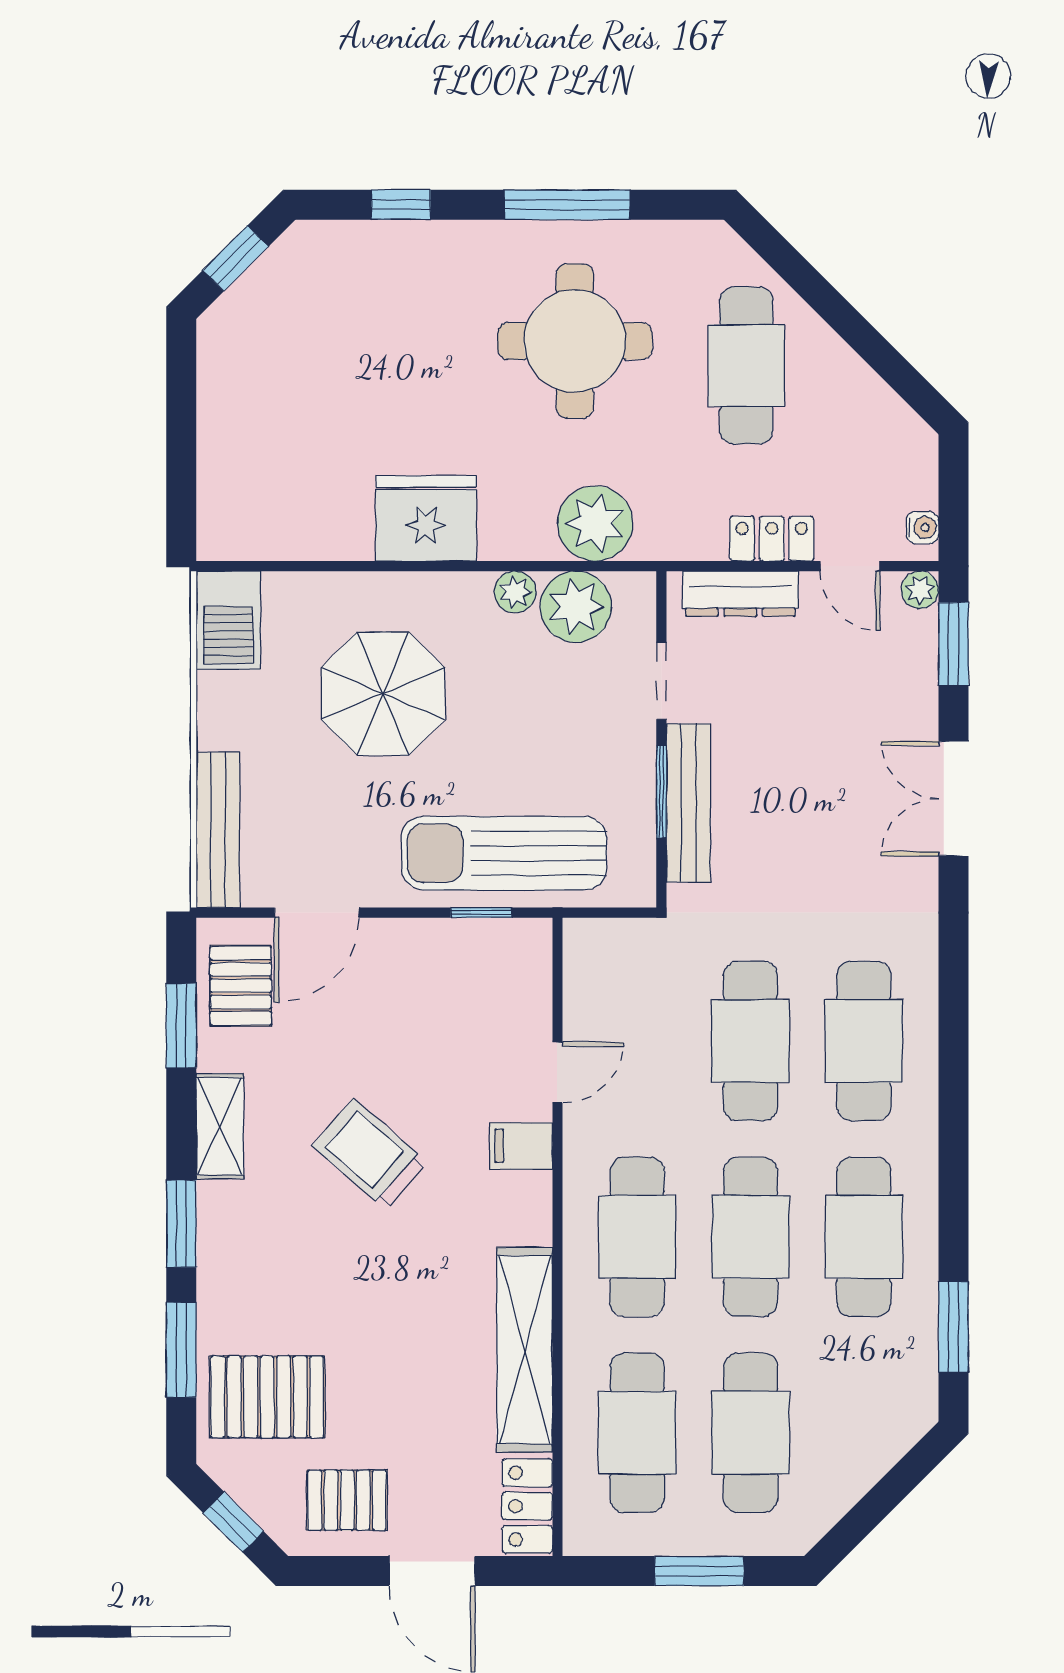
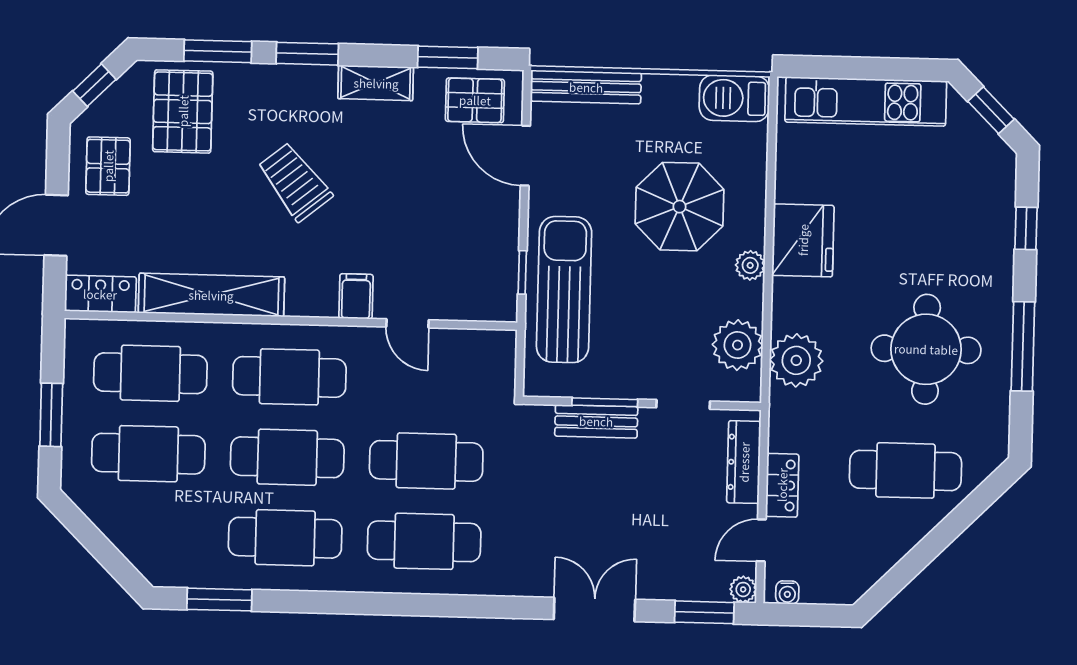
kitchen unit: (228, 435) -> (866, 101), added
plant: (515, 592) -> (750, 265), moved
bench: (689, 803) -> (596, 421), width x0.73
trolley: (370, 1154) -> (295, 182), moved, turned -80

